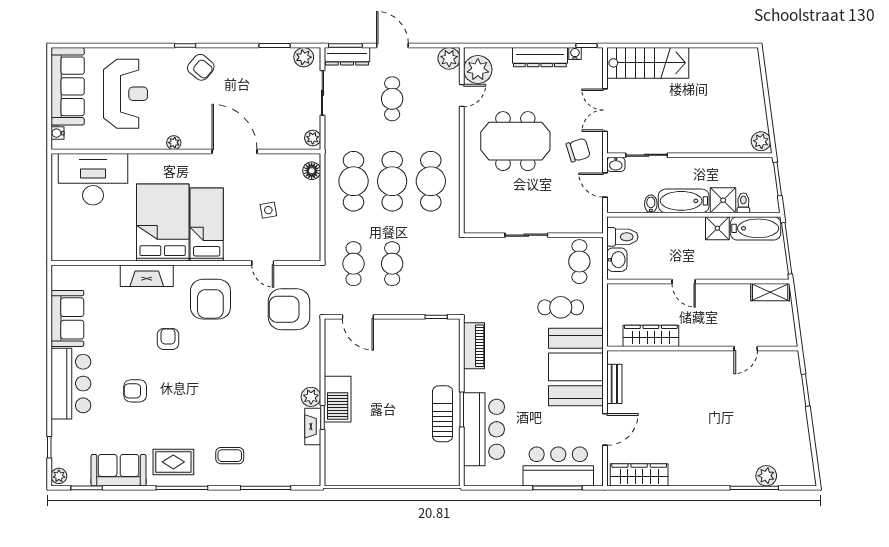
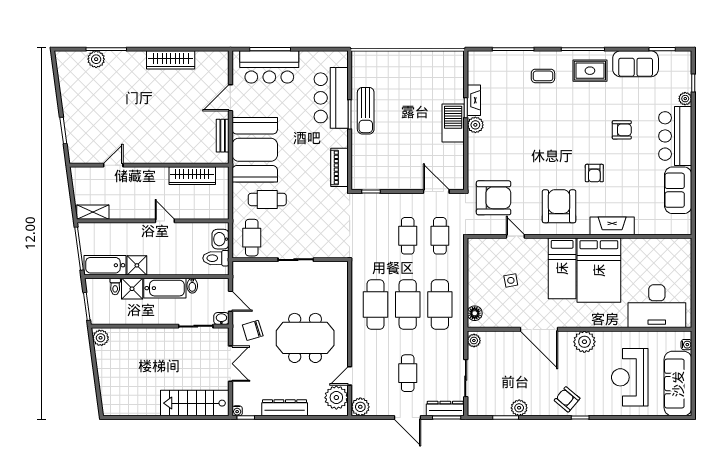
water cooler: (575, 54) -> (237, 411), moved
plant: (304, 57) -> (519, 408), moved
plant: (174, 143) -> (584, 342), width x1.88, depth x1.88
wardrobe: (639, 475) -> (171, 60), moved
plant: (59, 476) -> (685, 99), moved

